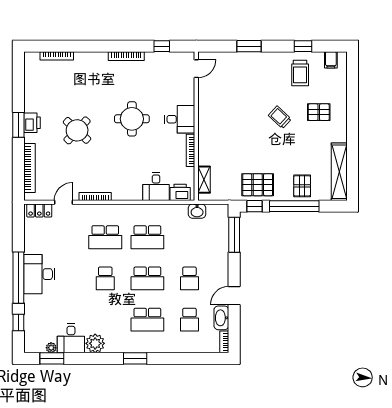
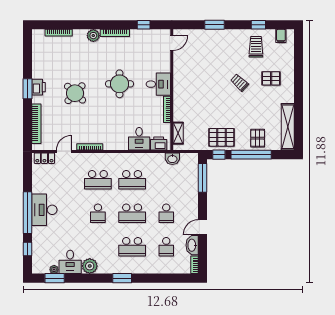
plant: (100, 59) -> (93, 36), added
trolley: (300, 73) -> (256, 47), turned 180

